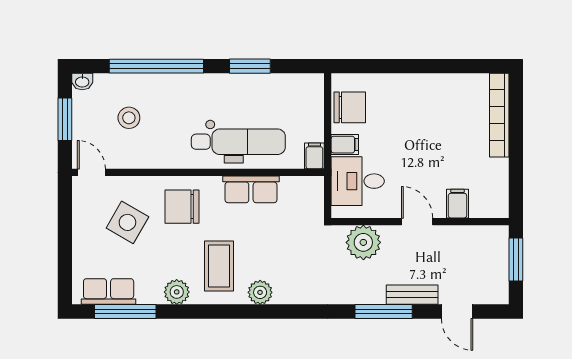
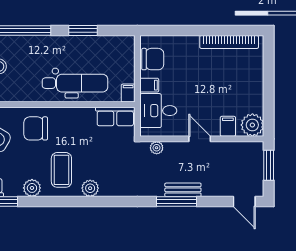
bookcase: (499, 115) -> (229, 42), moved, turned -90
row of seats: (251, 189) -> (115, 116), moved
plant: (492, 202) -> (252, 125), added
plant: (363, 242) -> (157, 148), width x0.53, depth x0.53
bench: (412, 295) -> (183, 190), moved
door: (457, 311) -> (244, 202), moved

